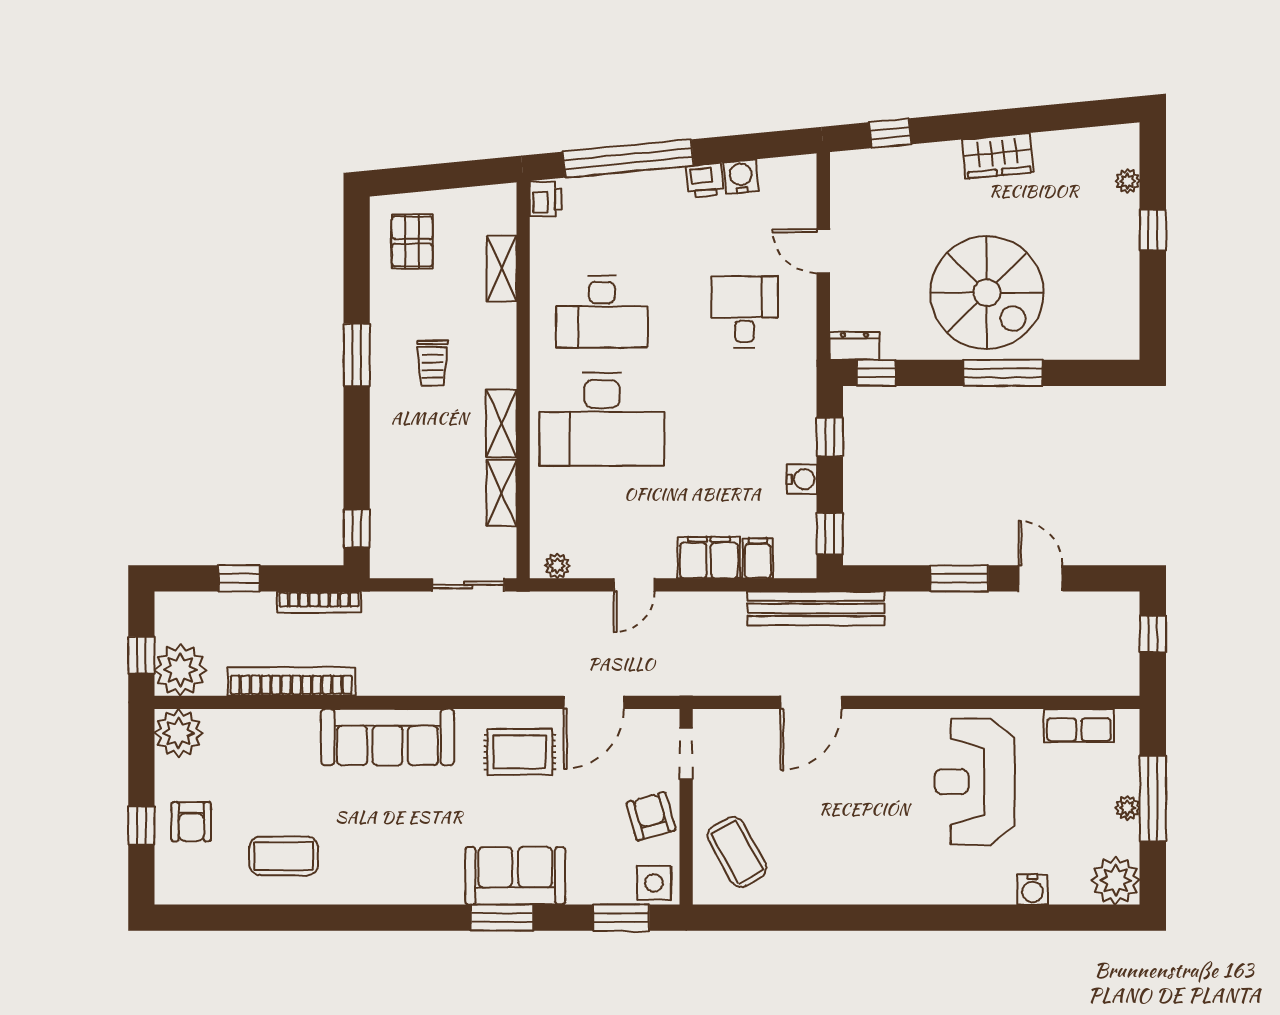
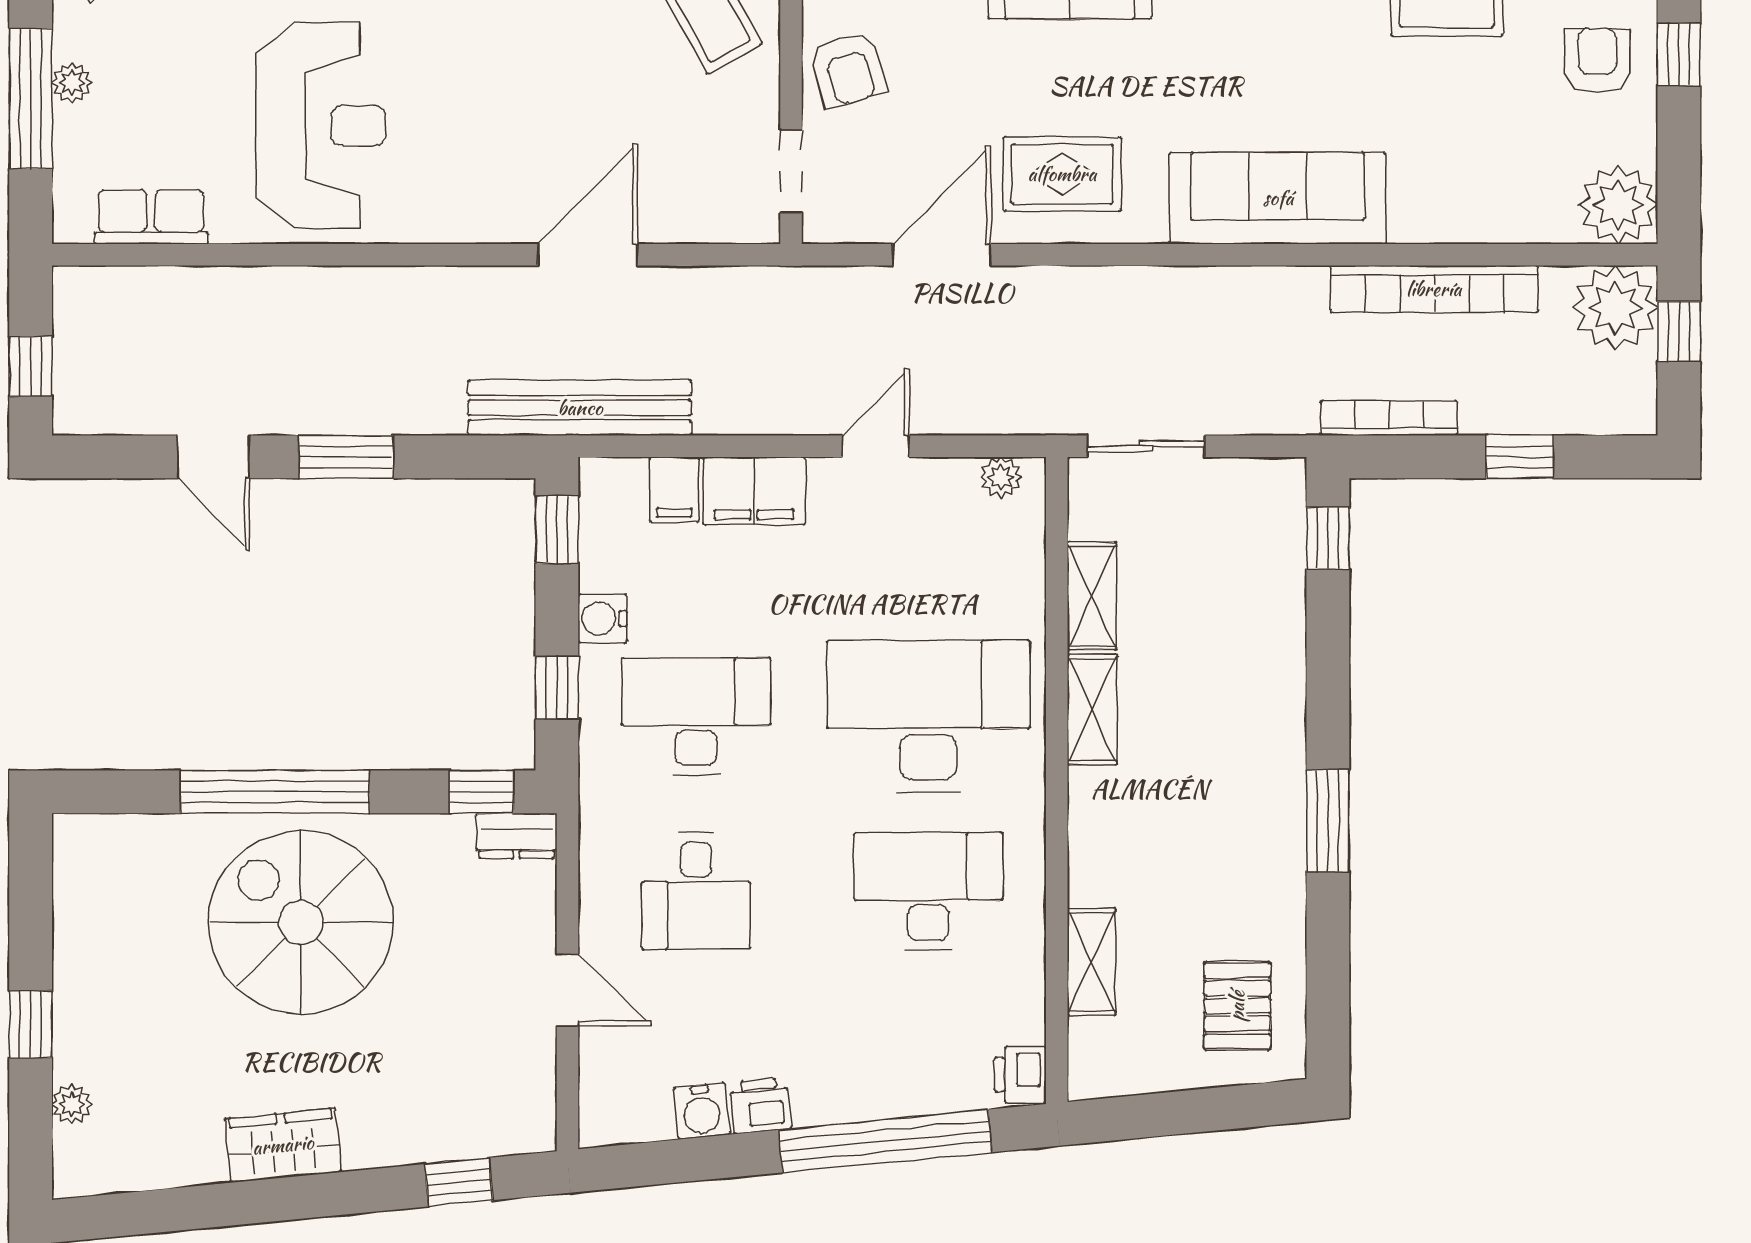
trolley: (432, 363) -> (1204, 808), removed
window: (1003, 373) -> (275, 792), width x1.46
desk: (744, 419) -> (696, 716), added

